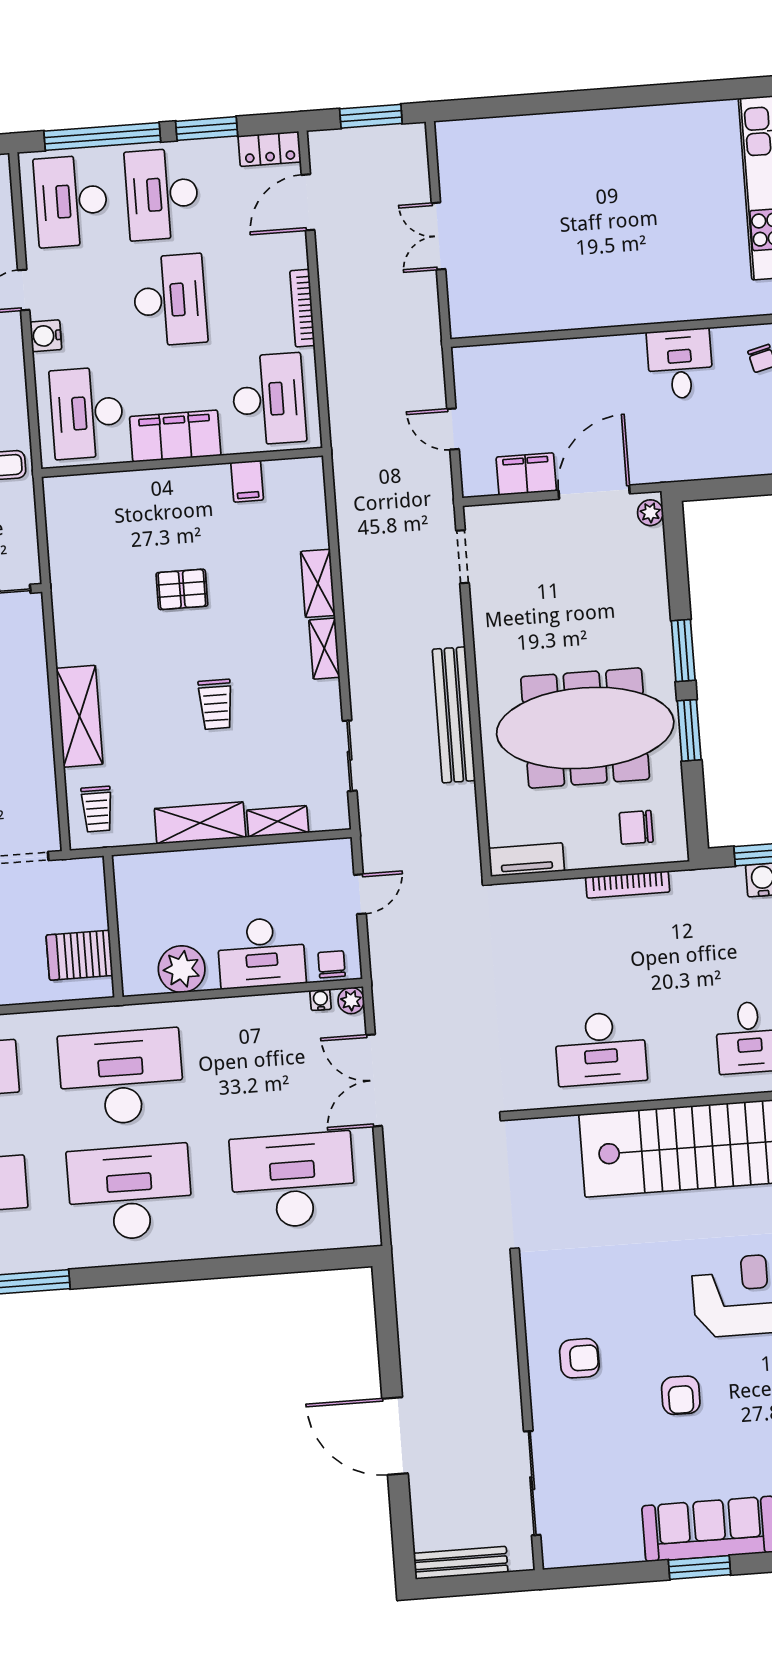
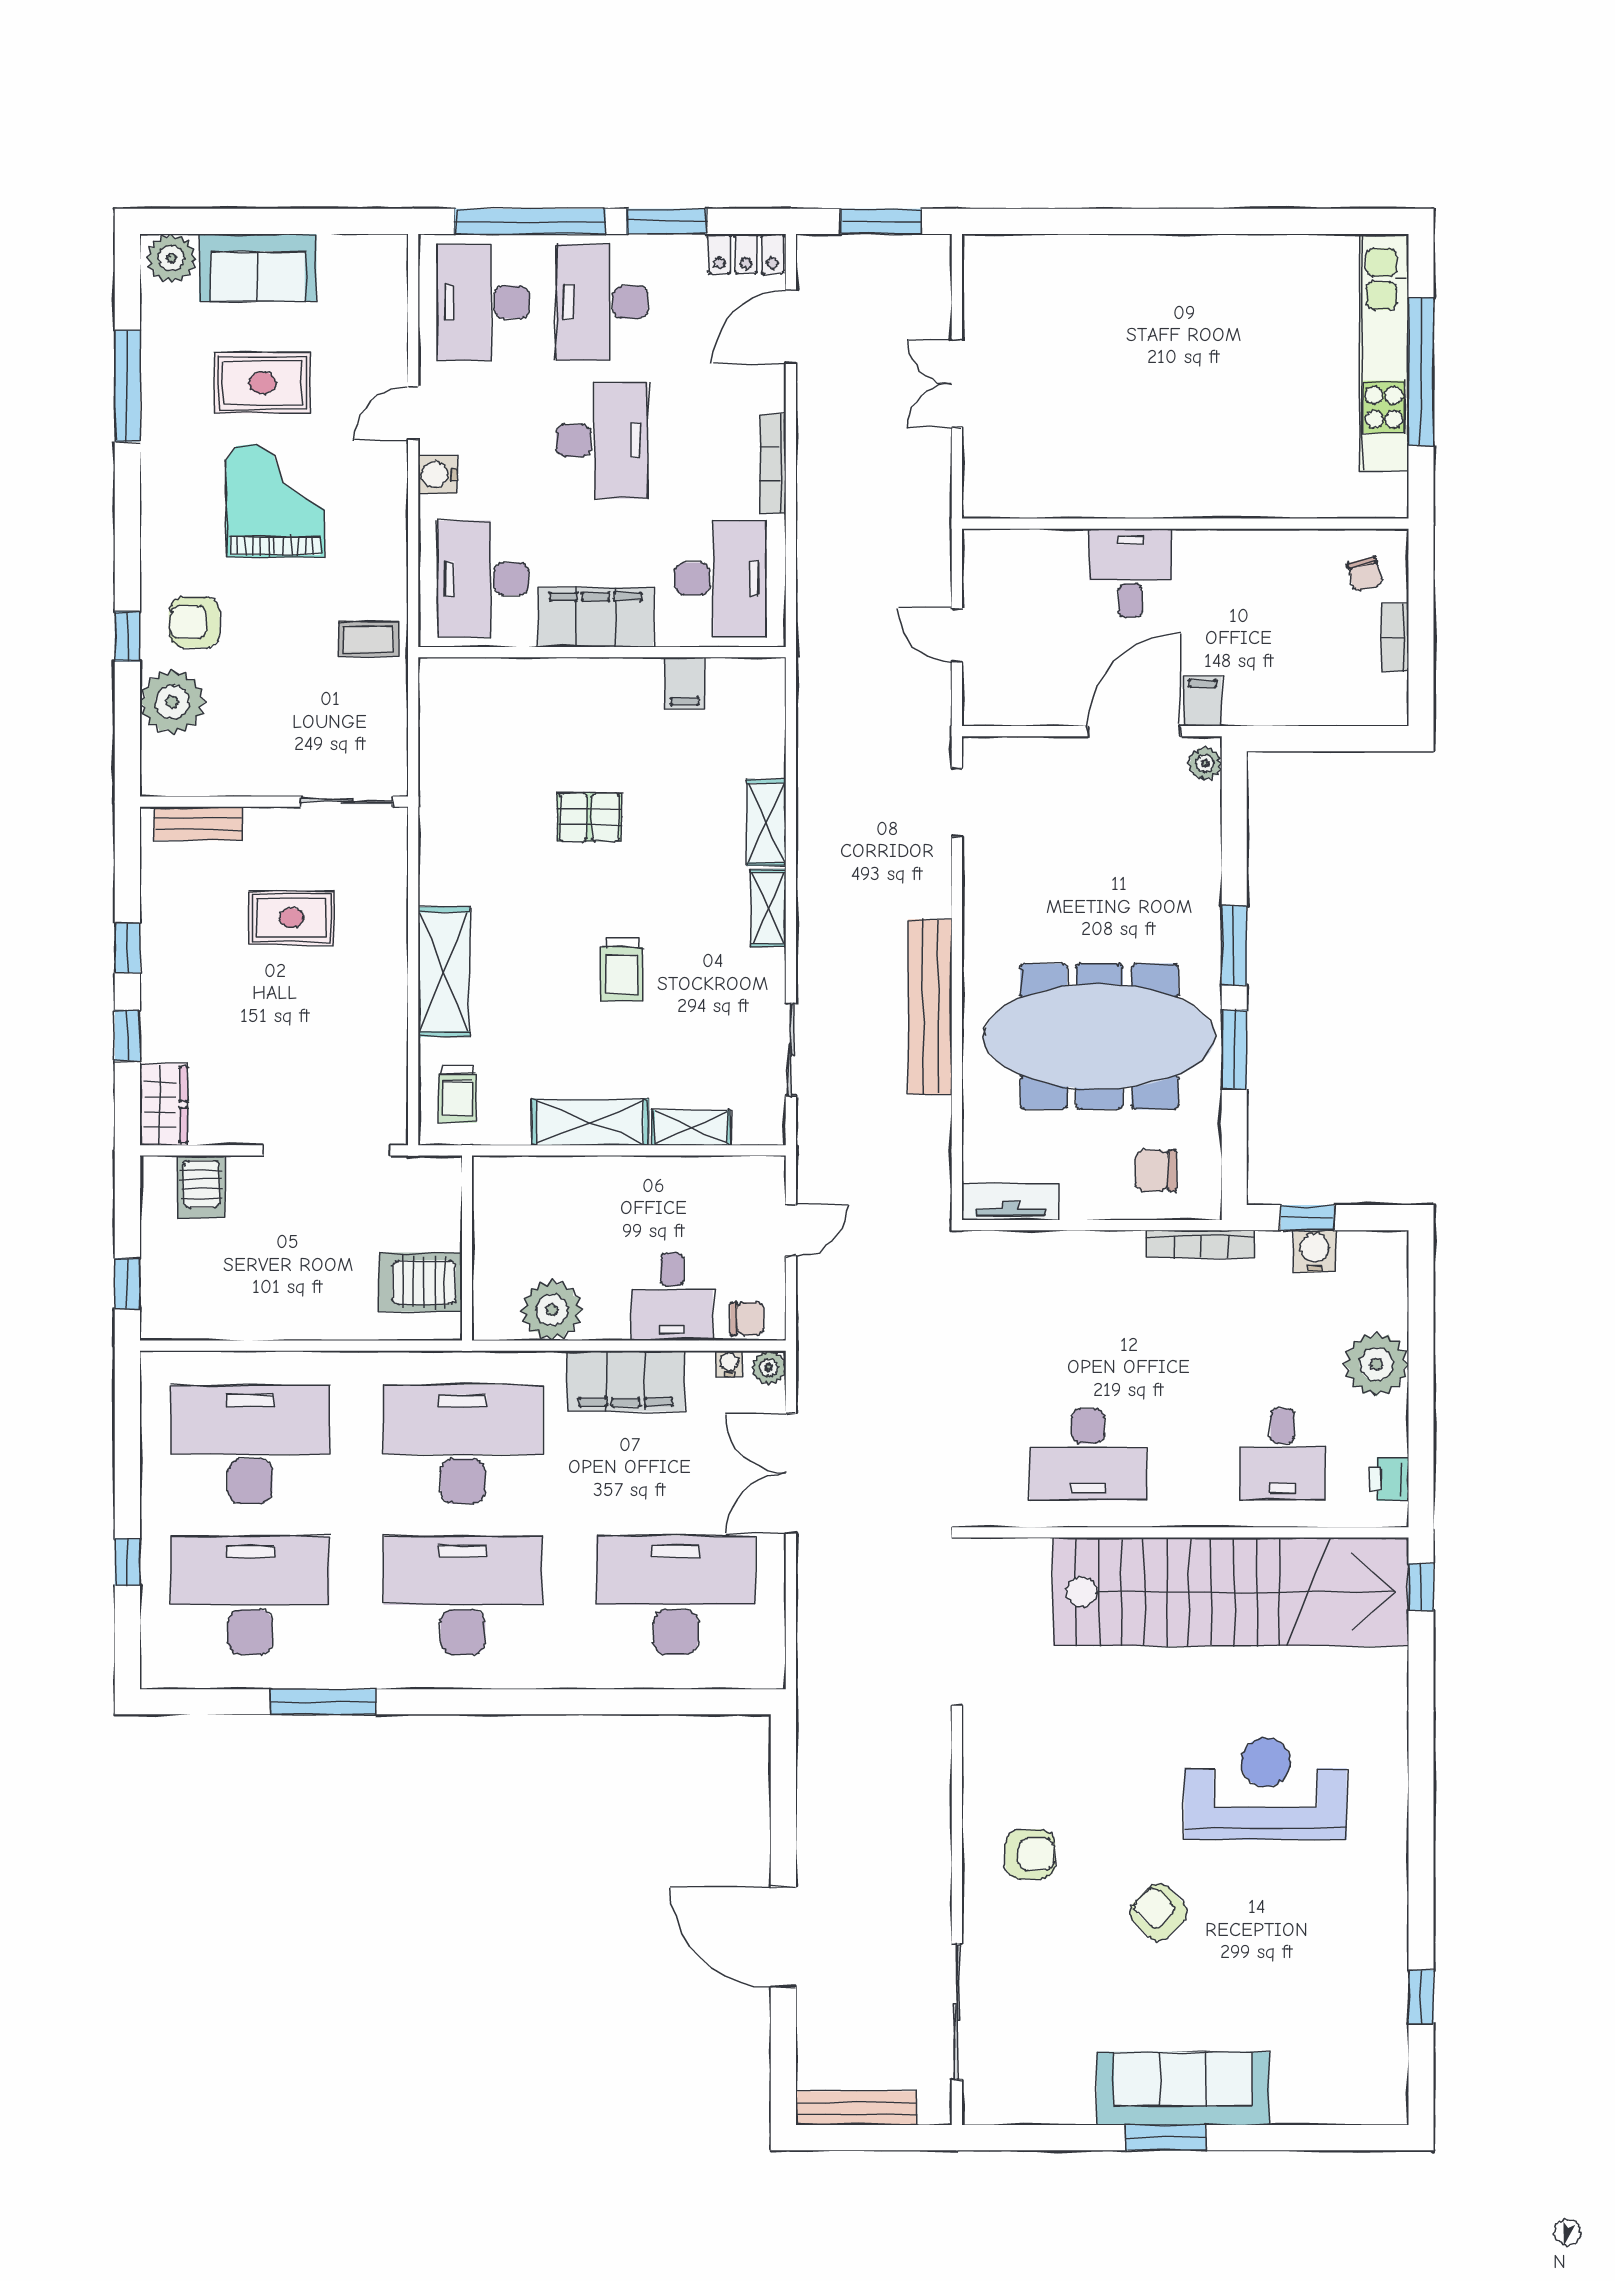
desk: (680, 364) -> (1130, 573), moved
filing cabinet: (526, 474) -> (1203, 701), moved, width x0.50
bookcase: (628, 885) -> (1201, 1244), moved
desk: (261, 953) -> (672, 1297), width x0.73
chair: (332, 964) -> (747, 1319), turned 90
filing cabinet: (242, 1019) -> (626, 1381), added
armchair: (681, 1395) -> (1158, 1912), turned 135

